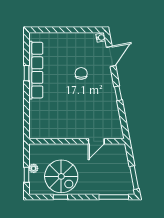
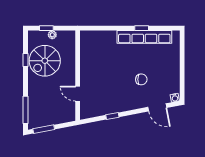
window: (118, 93) -> (112, 116), moved

